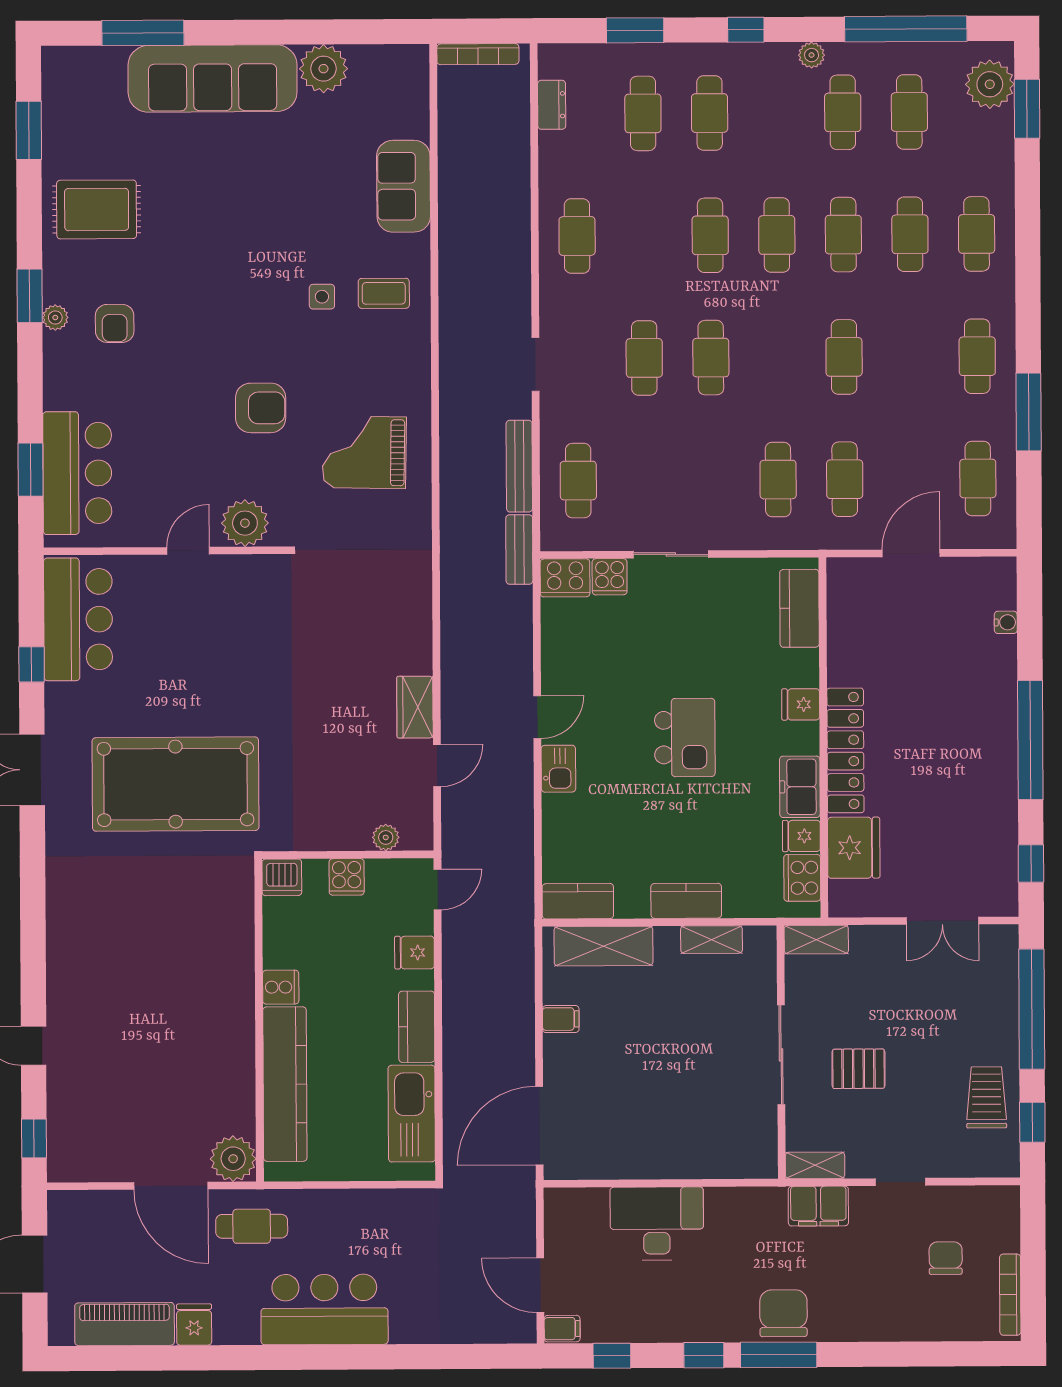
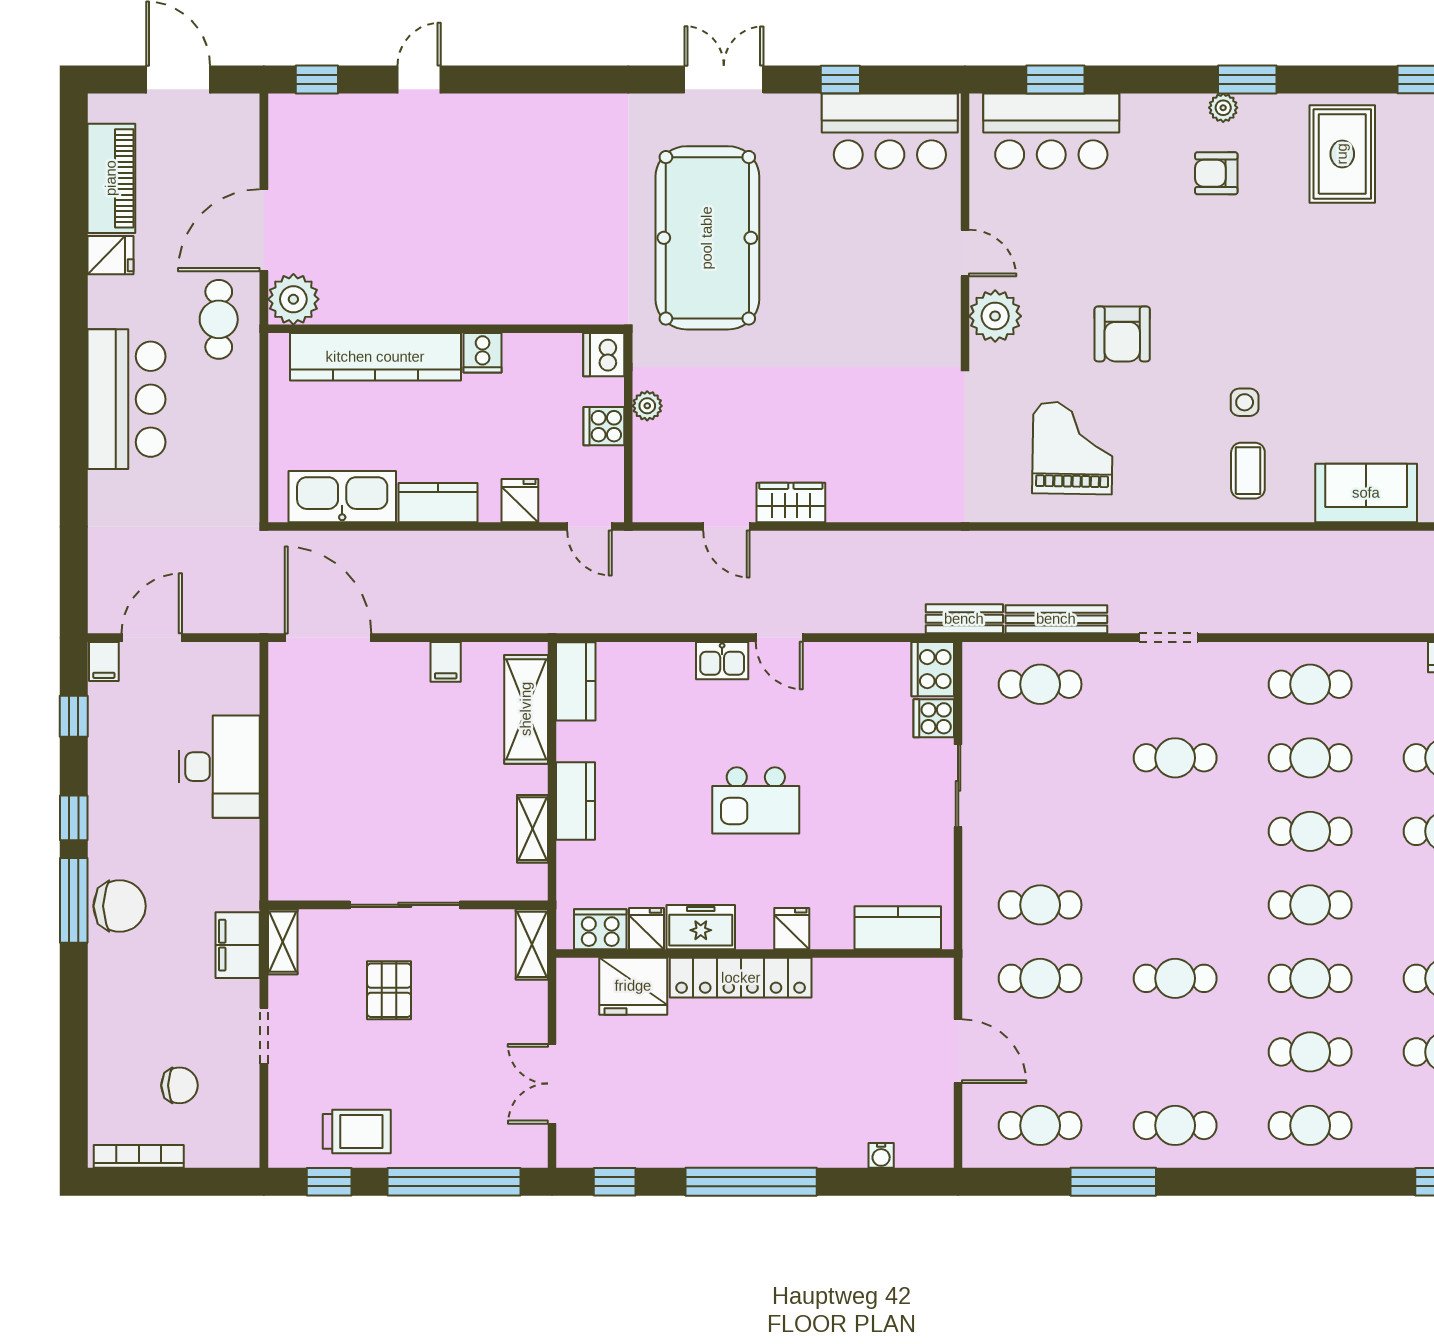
cafe table: (711, 358) -> (1310, 758), moved
plant: (386, 837) -> (647, 406), moved

